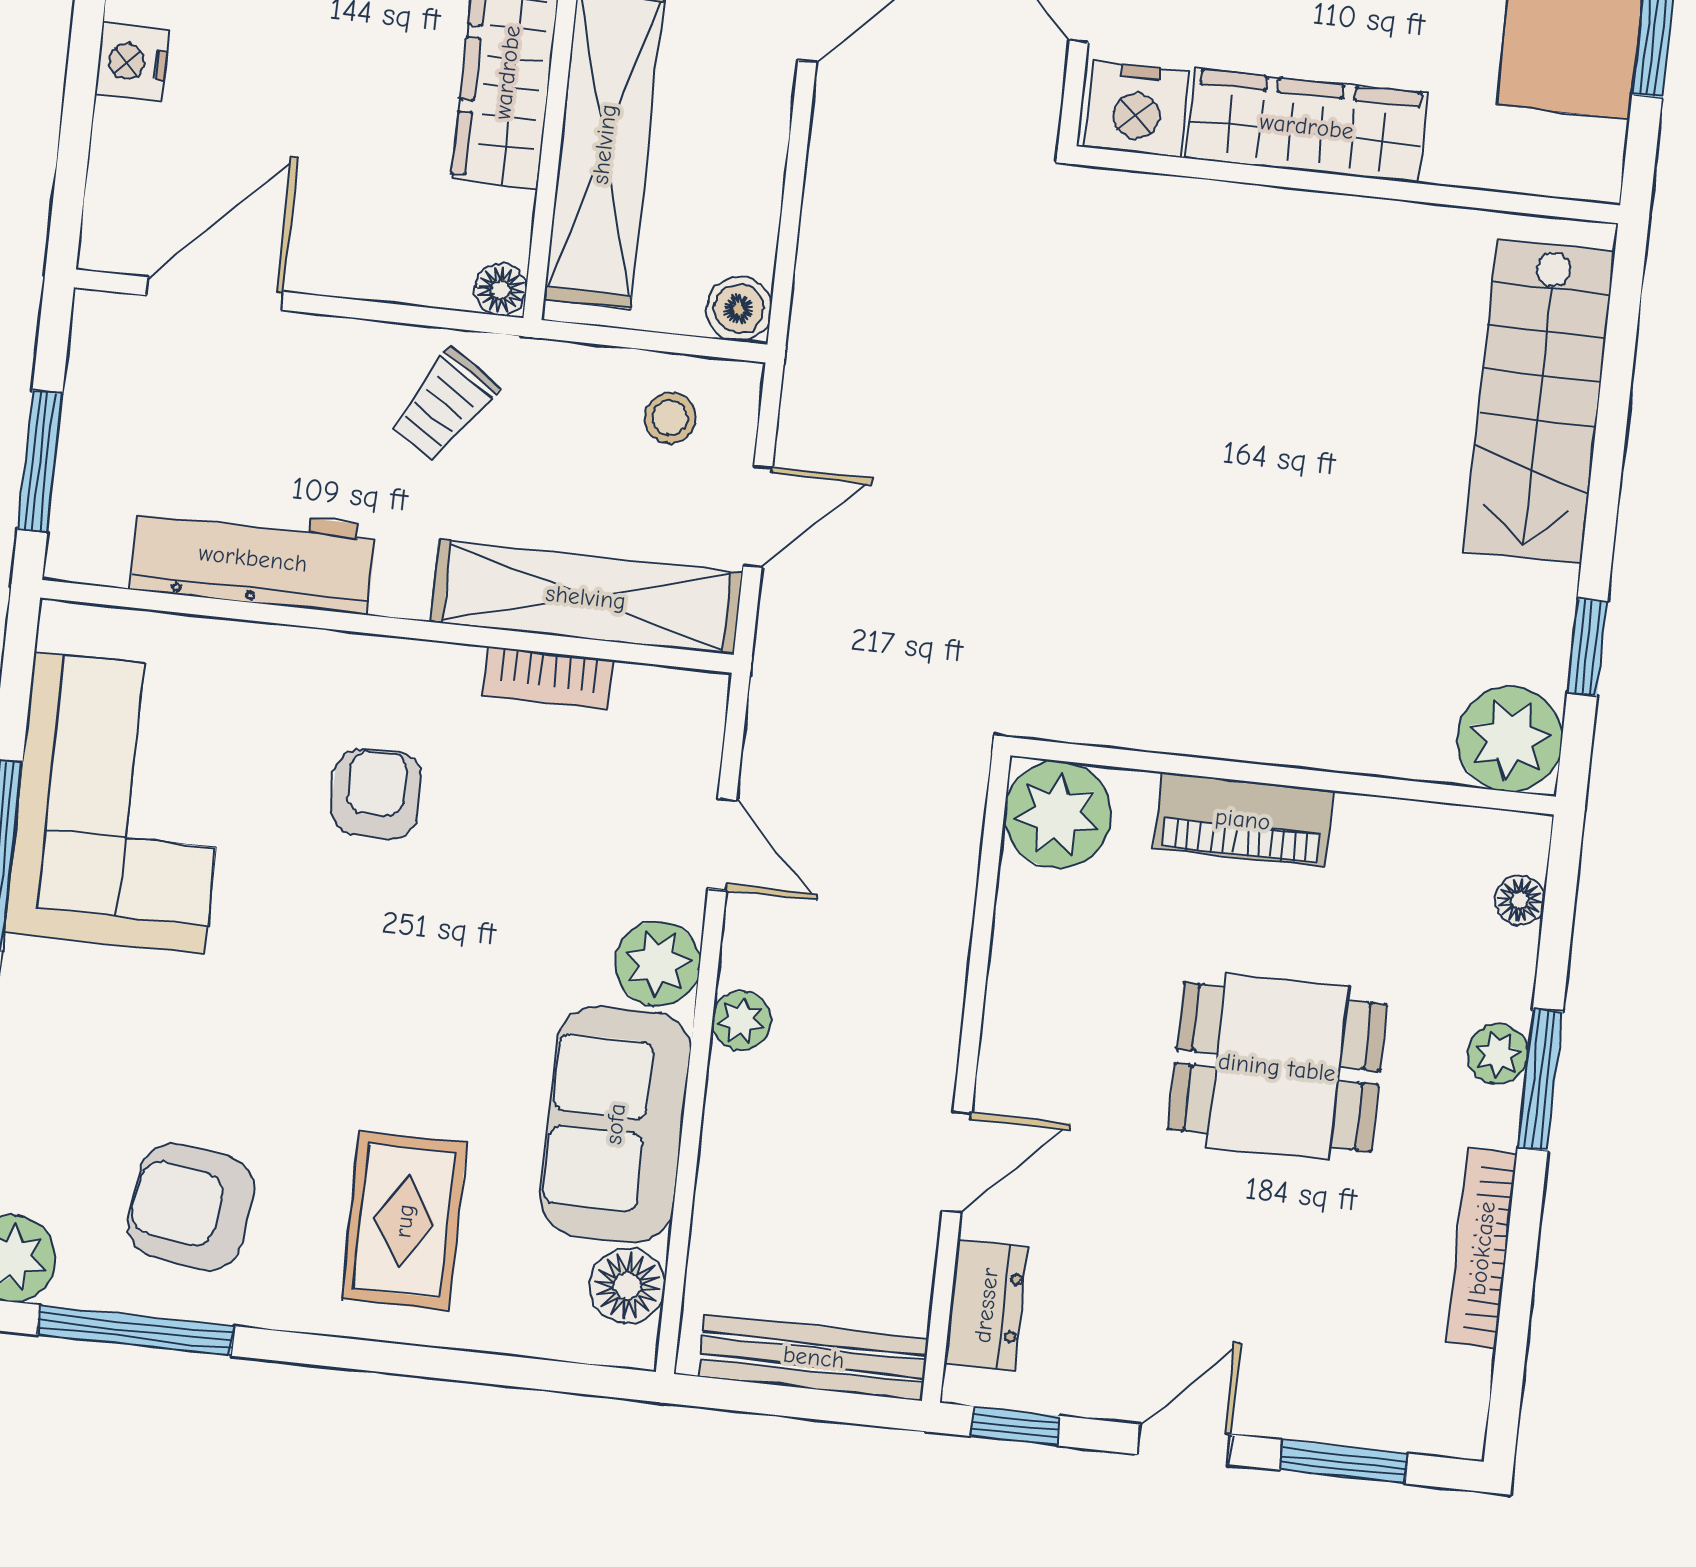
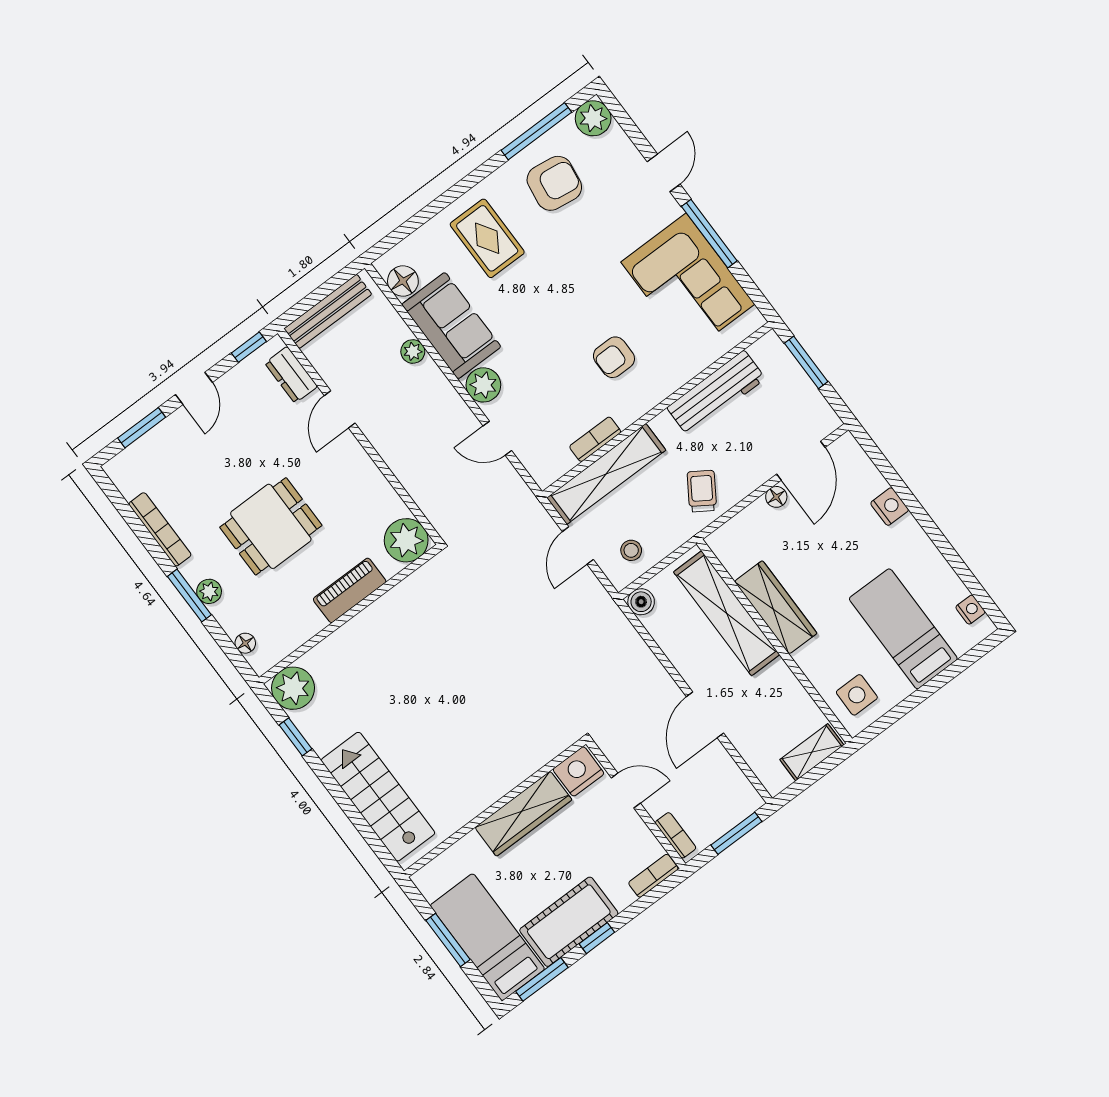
floor lamp: (501, 290) -> (776, 497), moved
armchair: (376, 794) -> (614, 357), turned 90
plant: (741, 1021) -> (413, 351), moved

